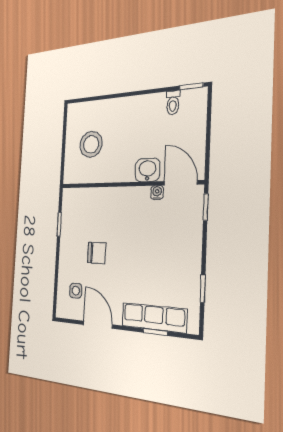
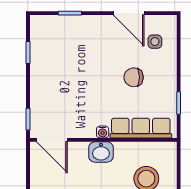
washbasin: (147, 170) -> (101, 152), moved
water cooler: (157, 192) -> (103, 132), moved
row of seats: (154, 318) -> (141, 128), moved, turned 180

